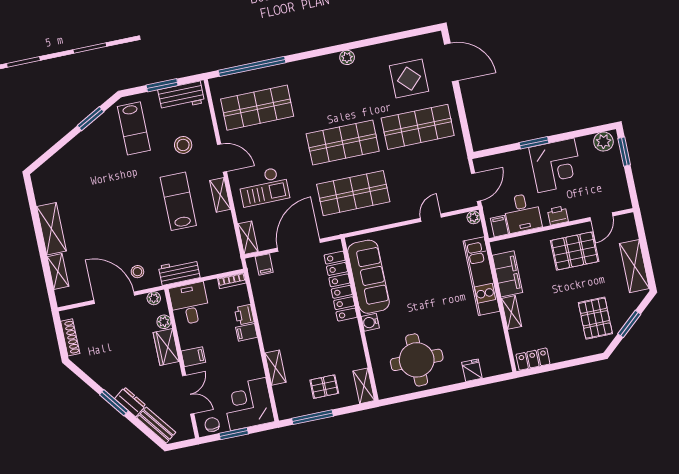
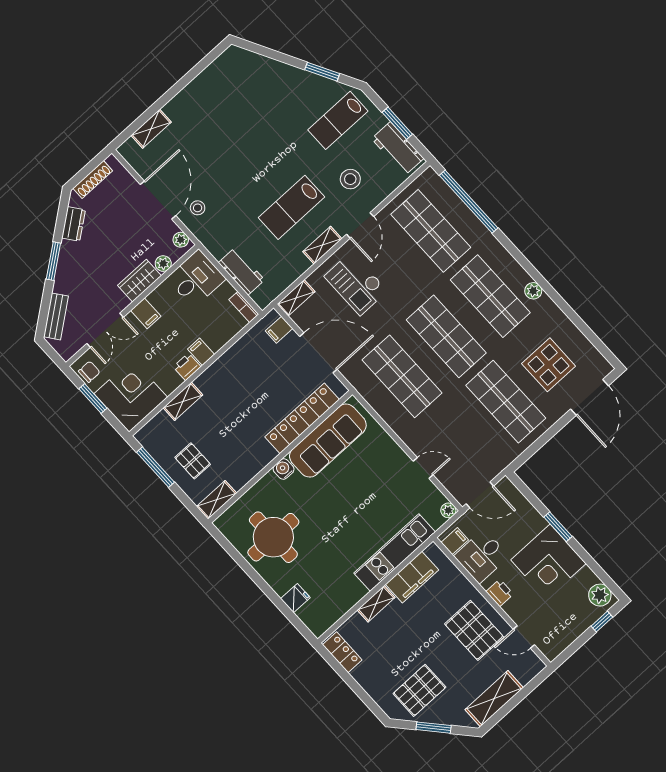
shop shelf: (332, 92) -> (490, 296), added
window: (624, 152) -> (602, 622), width x0.67
lab bench: (178, 201) -> (291, 207), turned 180
shelving: (51, 229) -> (190, 97), removed
workbench: (179, 272) -> (242, 271), moved
printer: (244, 315) -> (187, 367), moved
dresser: (130, 402) -> (74, 224), moved

